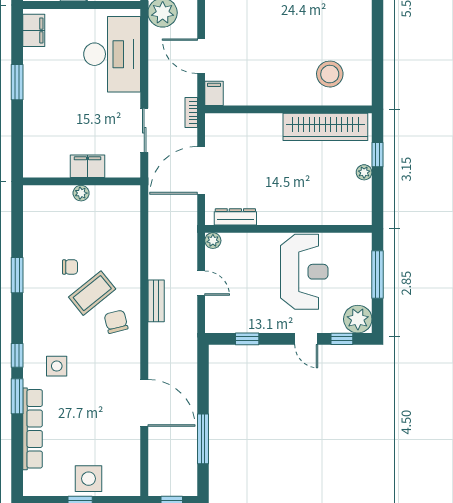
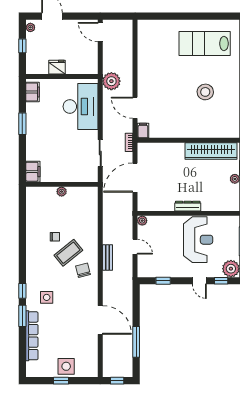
stool: (330, 74) -> (205, 92), moved
filing cabinet: (88, 166) -> (33, 172), moved, turned 90
dresser: (235, 217) -> (188, 206), moved
window: (17, 275) -> (22, 242), removed

